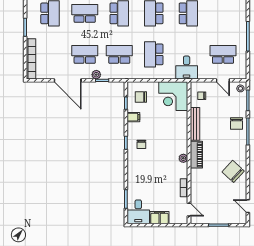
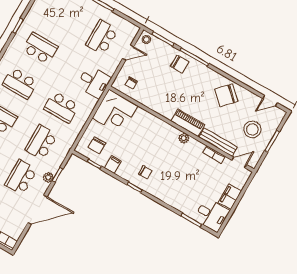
bench: (195, 124) -> (218, 142), moved
stool: (219, 205) -> (252, 129), added

